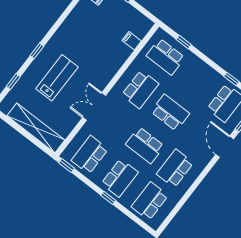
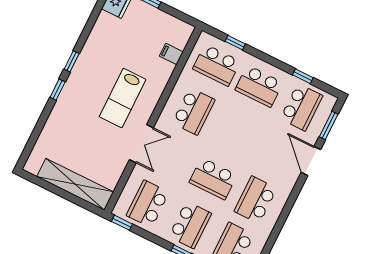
lab bench: (57, 78) -> (123, 98), moved, turned 180
window: (13, 82) -> (72, 61), moved
double door: (94, 107) -> (141, 144), swing flipped
school desk: (170, 113) -> (259, 86), moved, turned 180

